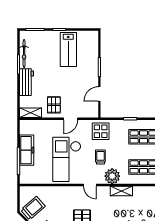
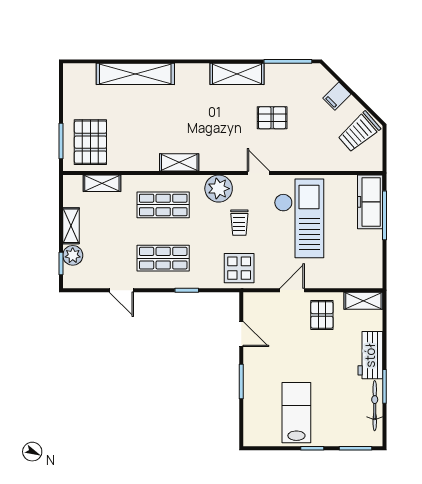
door: (99, 94) -> (241, 334), hinge flipped
freezer: (27, 150) -> (370, 202), moved
shelving: (121, 191) -> (179, 162), moved

